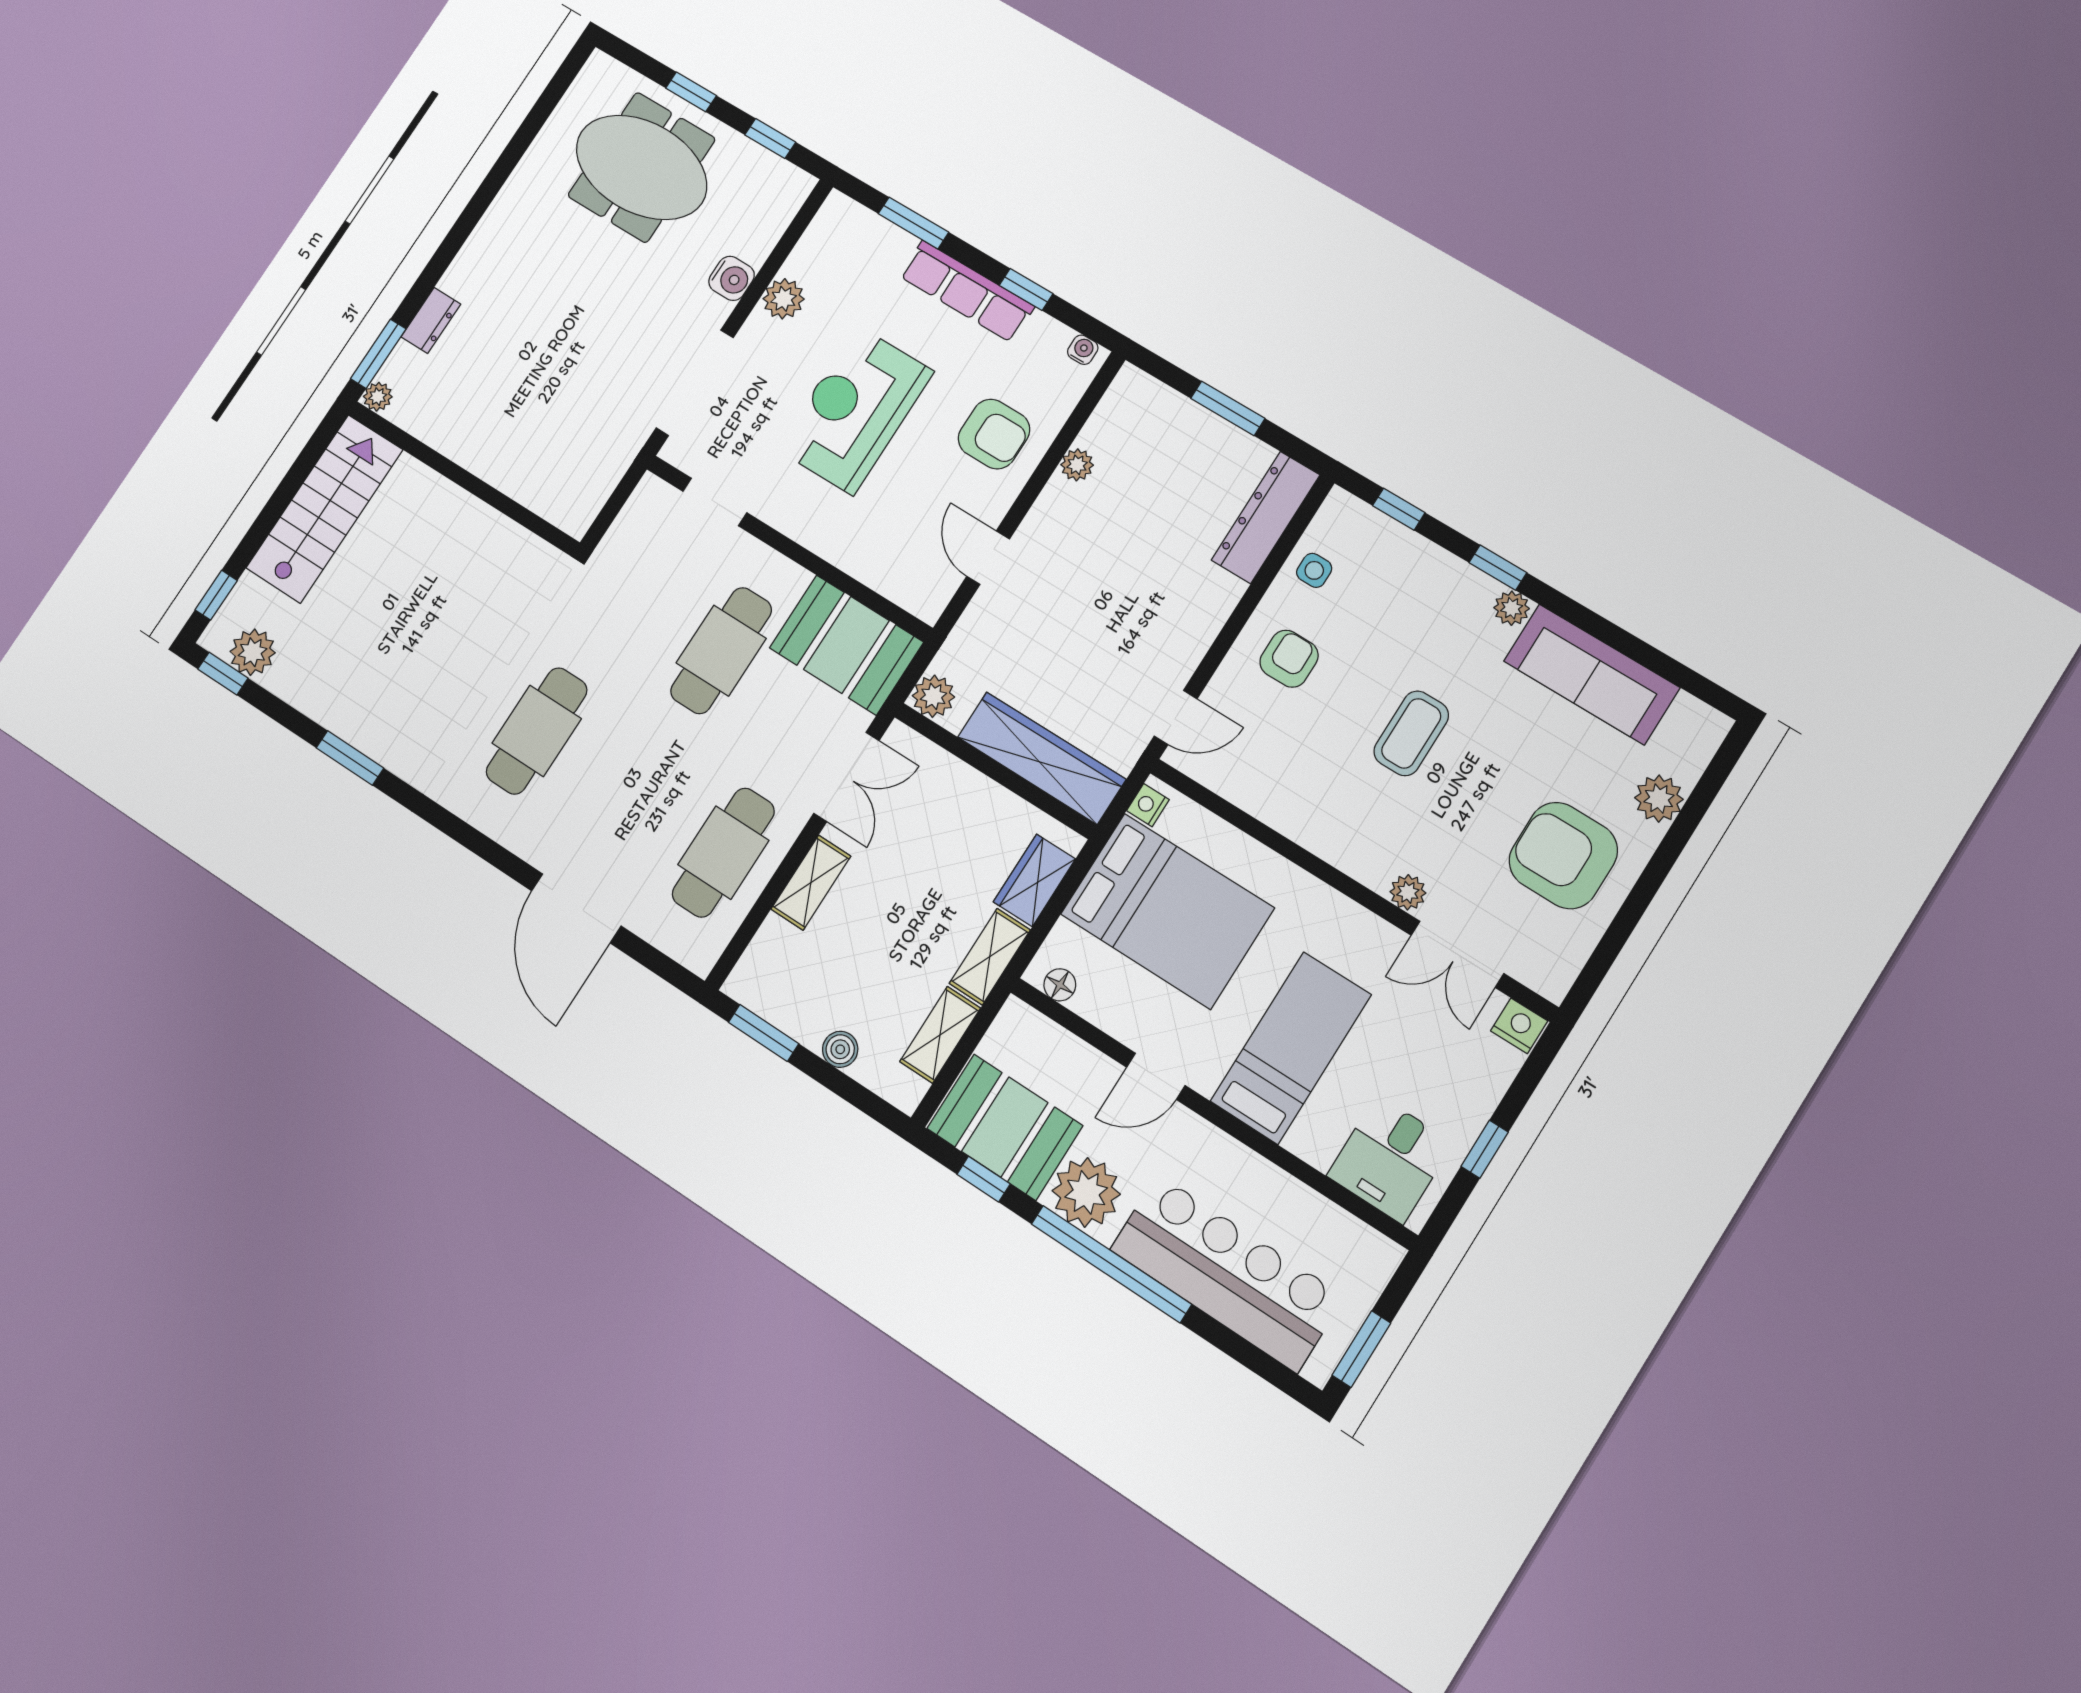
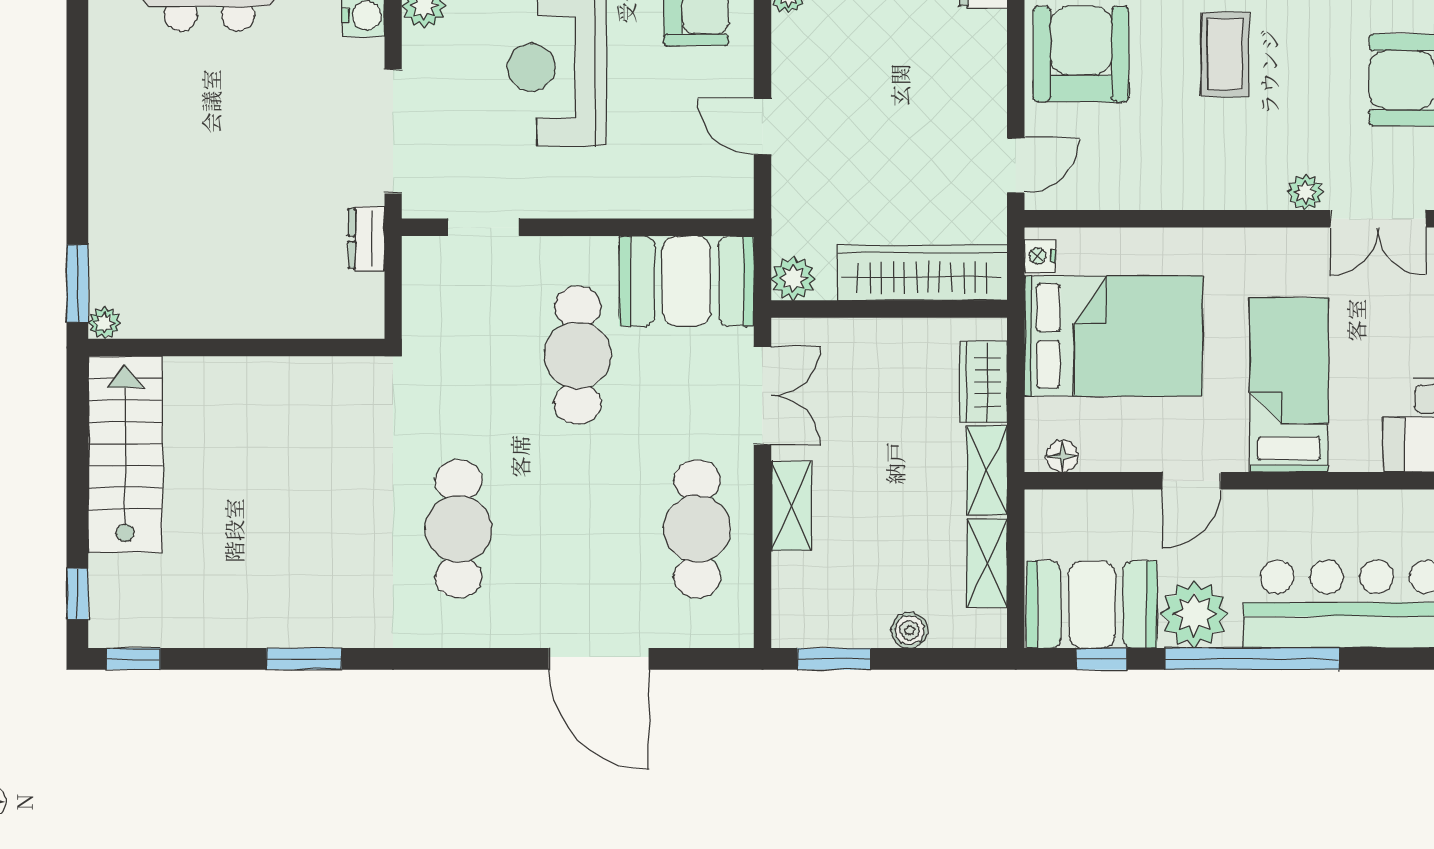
dresser: (431, 320) -> (366, 239), moved, turned 180
plant: (253, 652) -> (148, 623), removed
armchair: (1289, 659) -> (1081, 54), width x1.88, depth x1.88

